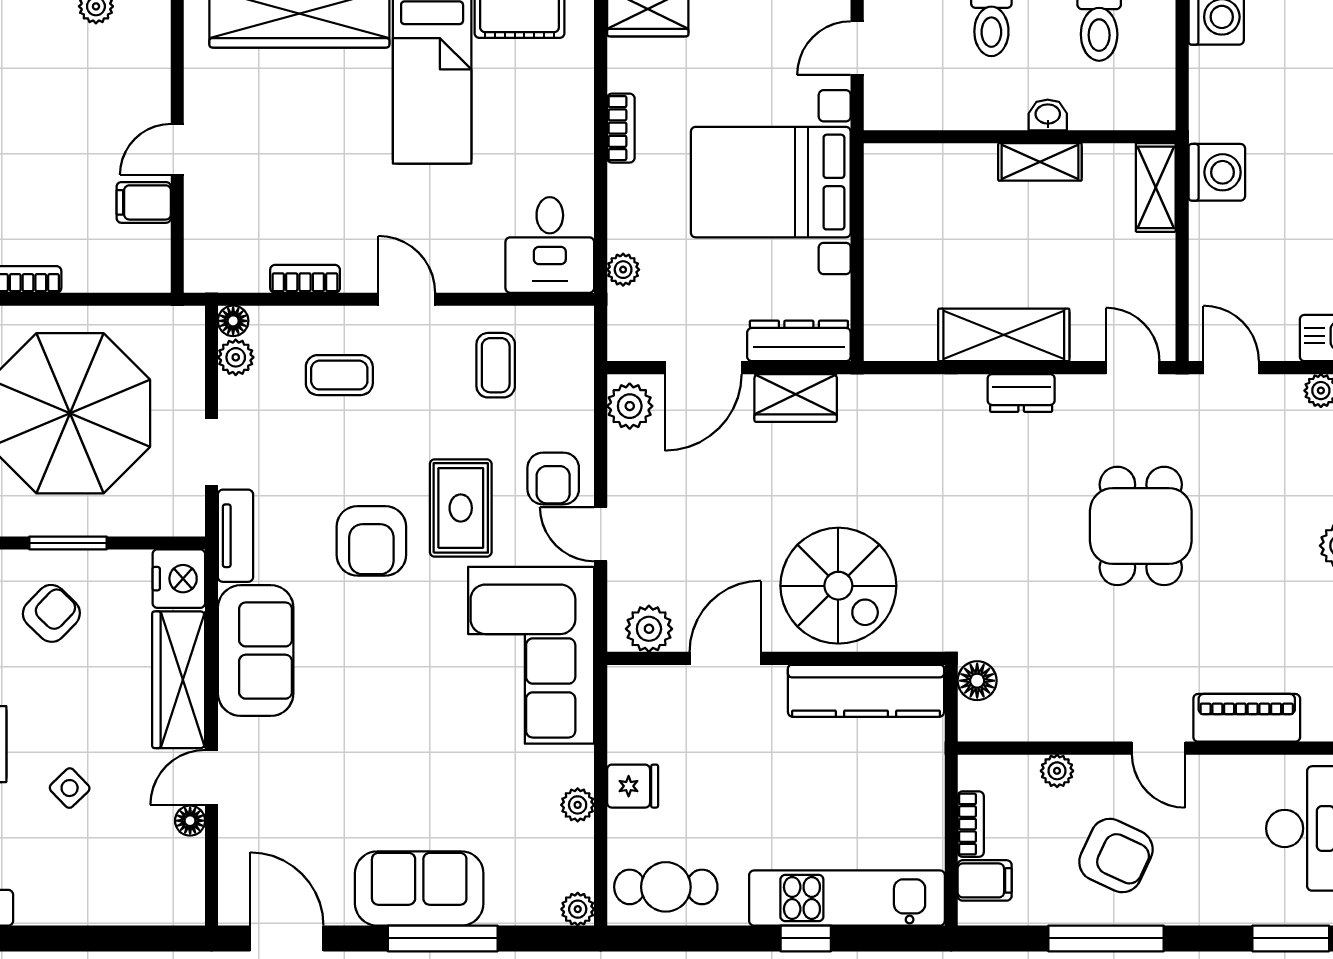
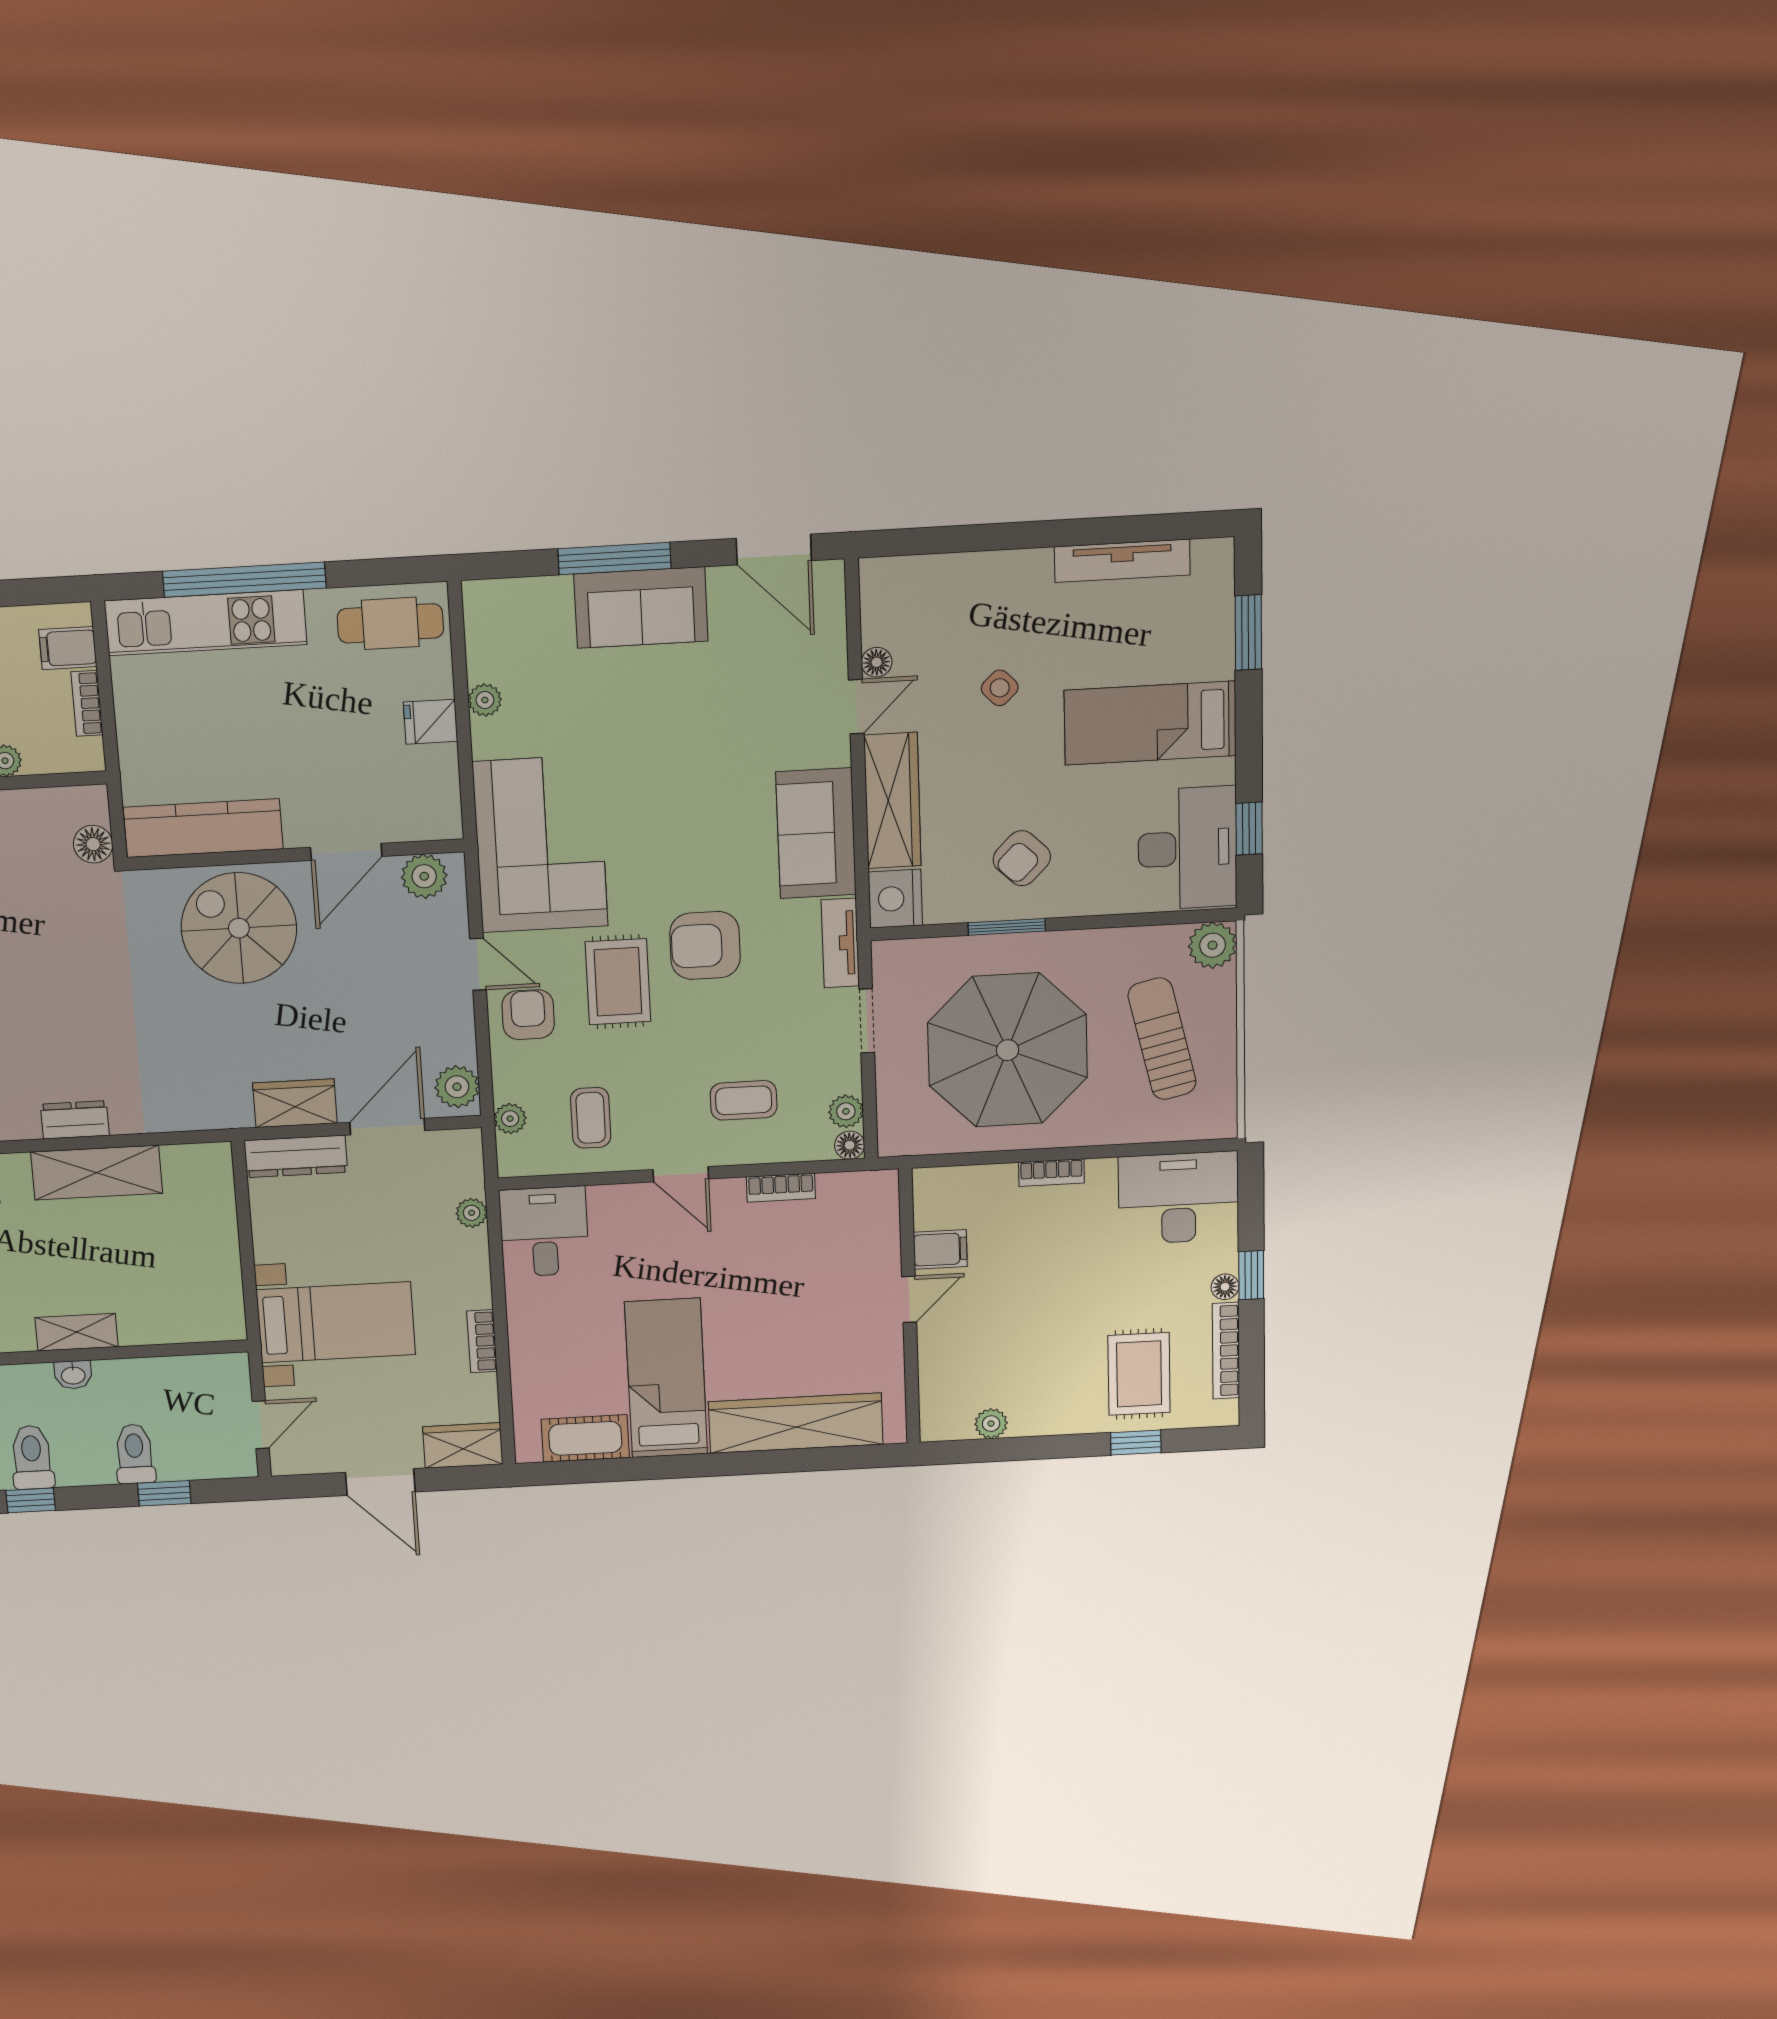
bed with nightstands: (771, 182) -> (336, 1322), width x0.73
armchair: (371, 541) -> (705, 945), turned -90
plant: (578, 909) -> (510, 1119), moved
window: (806, 938) -> (244, 580), width x3.17

